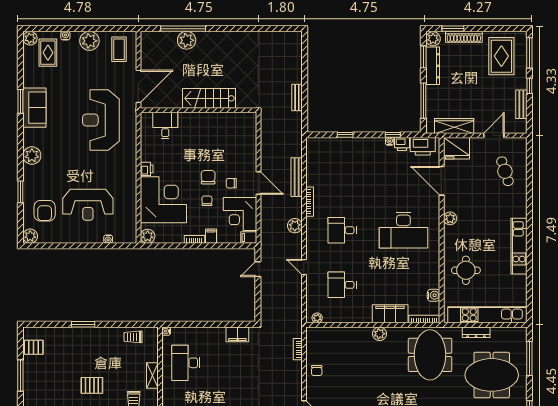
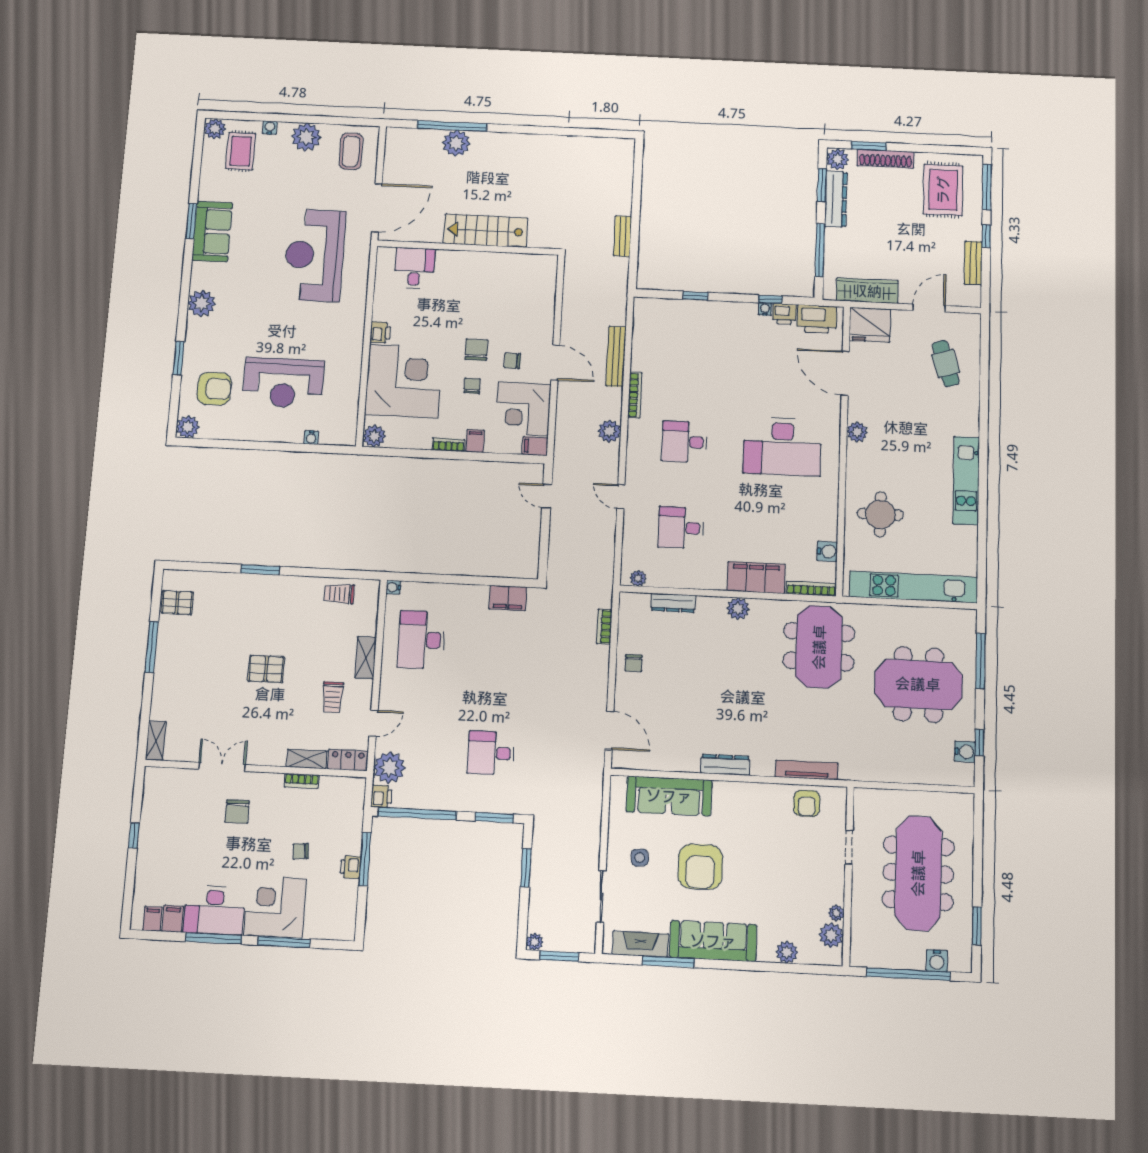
armchair: (45, 211) -> (214, 389), turned -90
door: (258, 269) -> (547, 496), hinge flipped
dresser: (476, 332) -> (673, 603), moved

